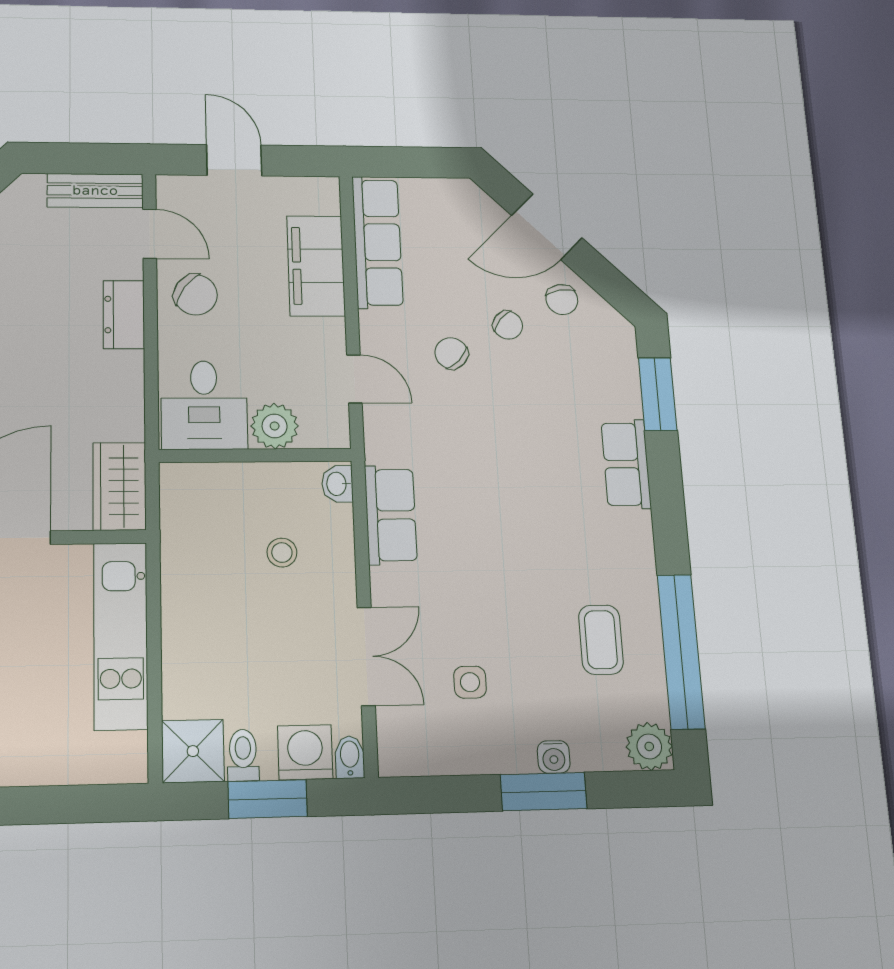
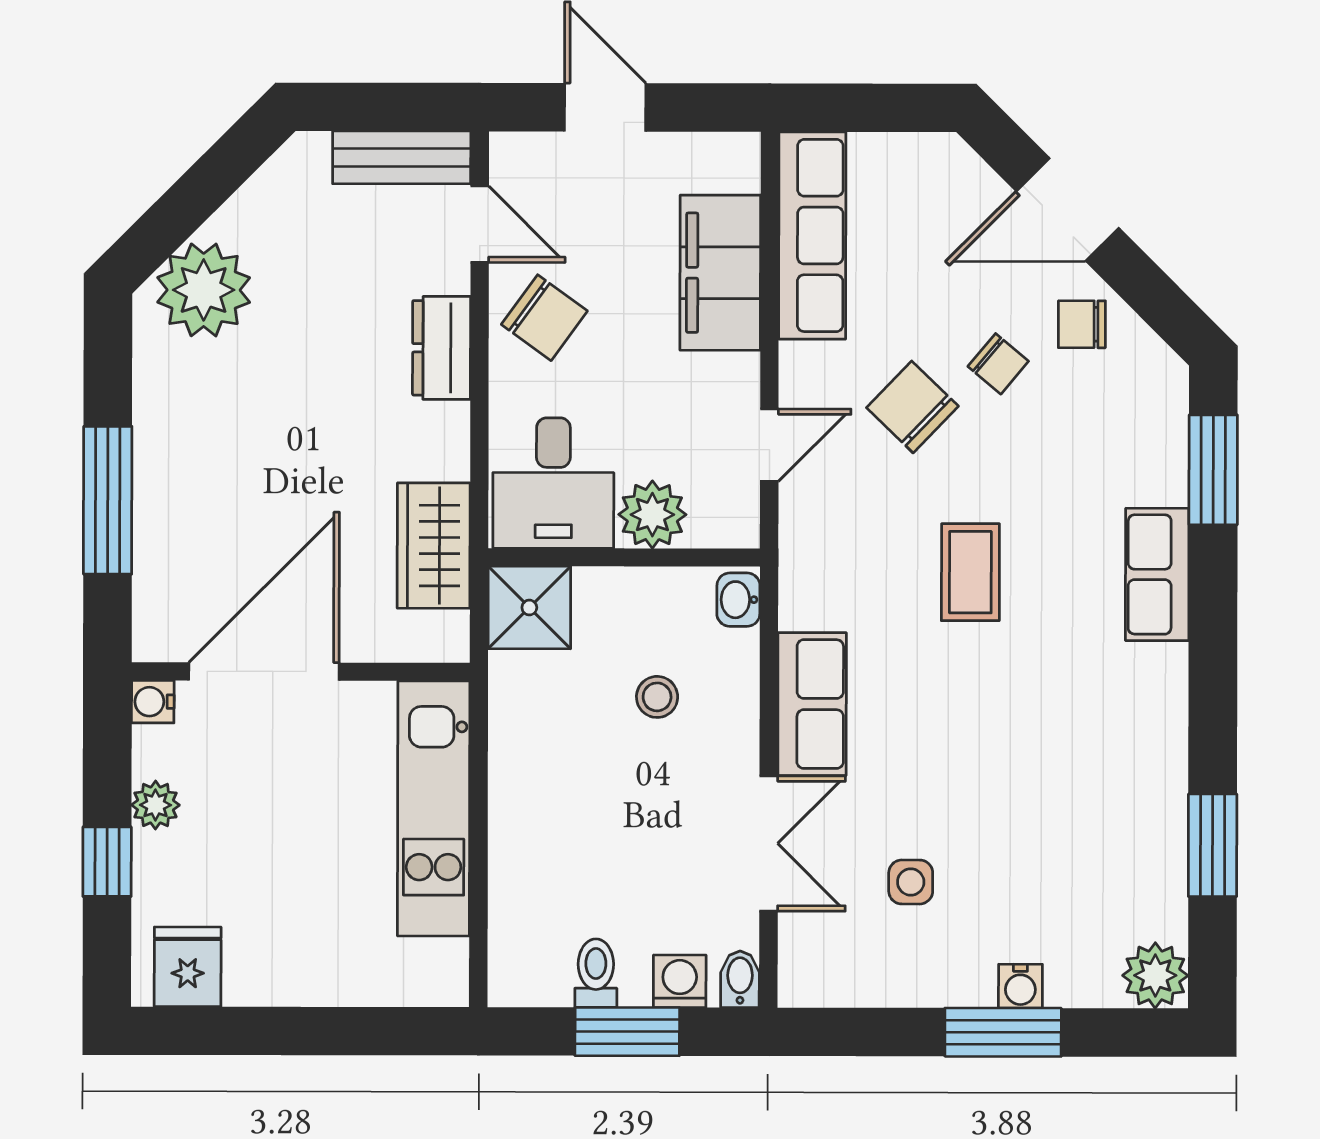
chair: (562, 300) -> (1082, 324), turned 100
chair: (451, 353) -> (912, 407), width x1.37, depth x1.37
door: (354, 379) -> (769, 445), hinge flipped
wardrobe: (119, 486) -> (434, 546), moved
row of seats: (391, 515) -> (812, 704), moved
coffee table: (601, 640) -> (970, 572), moved
window: (681, 651) -> (1213, 845), width x0.47
shower: (193, 751) -> (529, 608), moved
washing machine: (305, 752) -> (680, 981), width x0.73, depth x0.73

